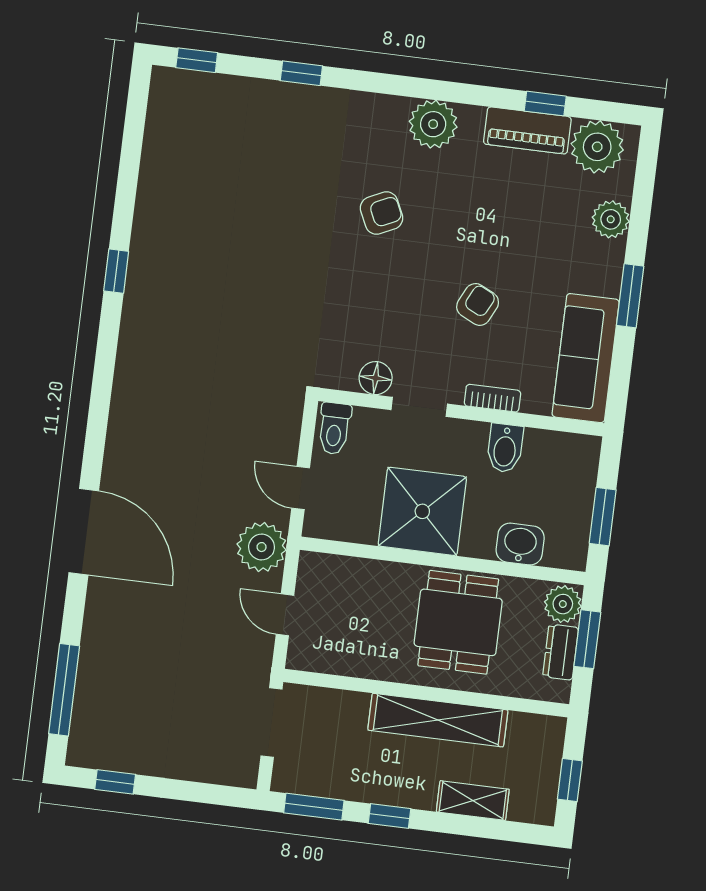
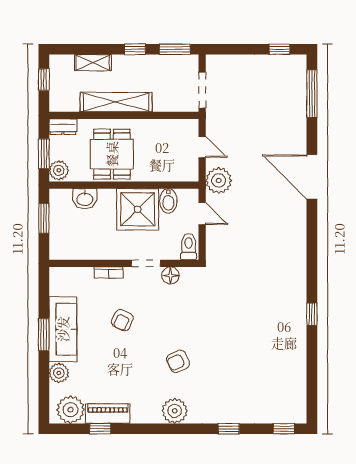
plant: (433, 124) -> (175, 411), moved
sofa: (586, 358) -> (63, 329), moved
bidet: (505, 448) -> (168, 201), moved, turned 180
dresser: (561, 652) -> (63, 127), moved, turned 90

